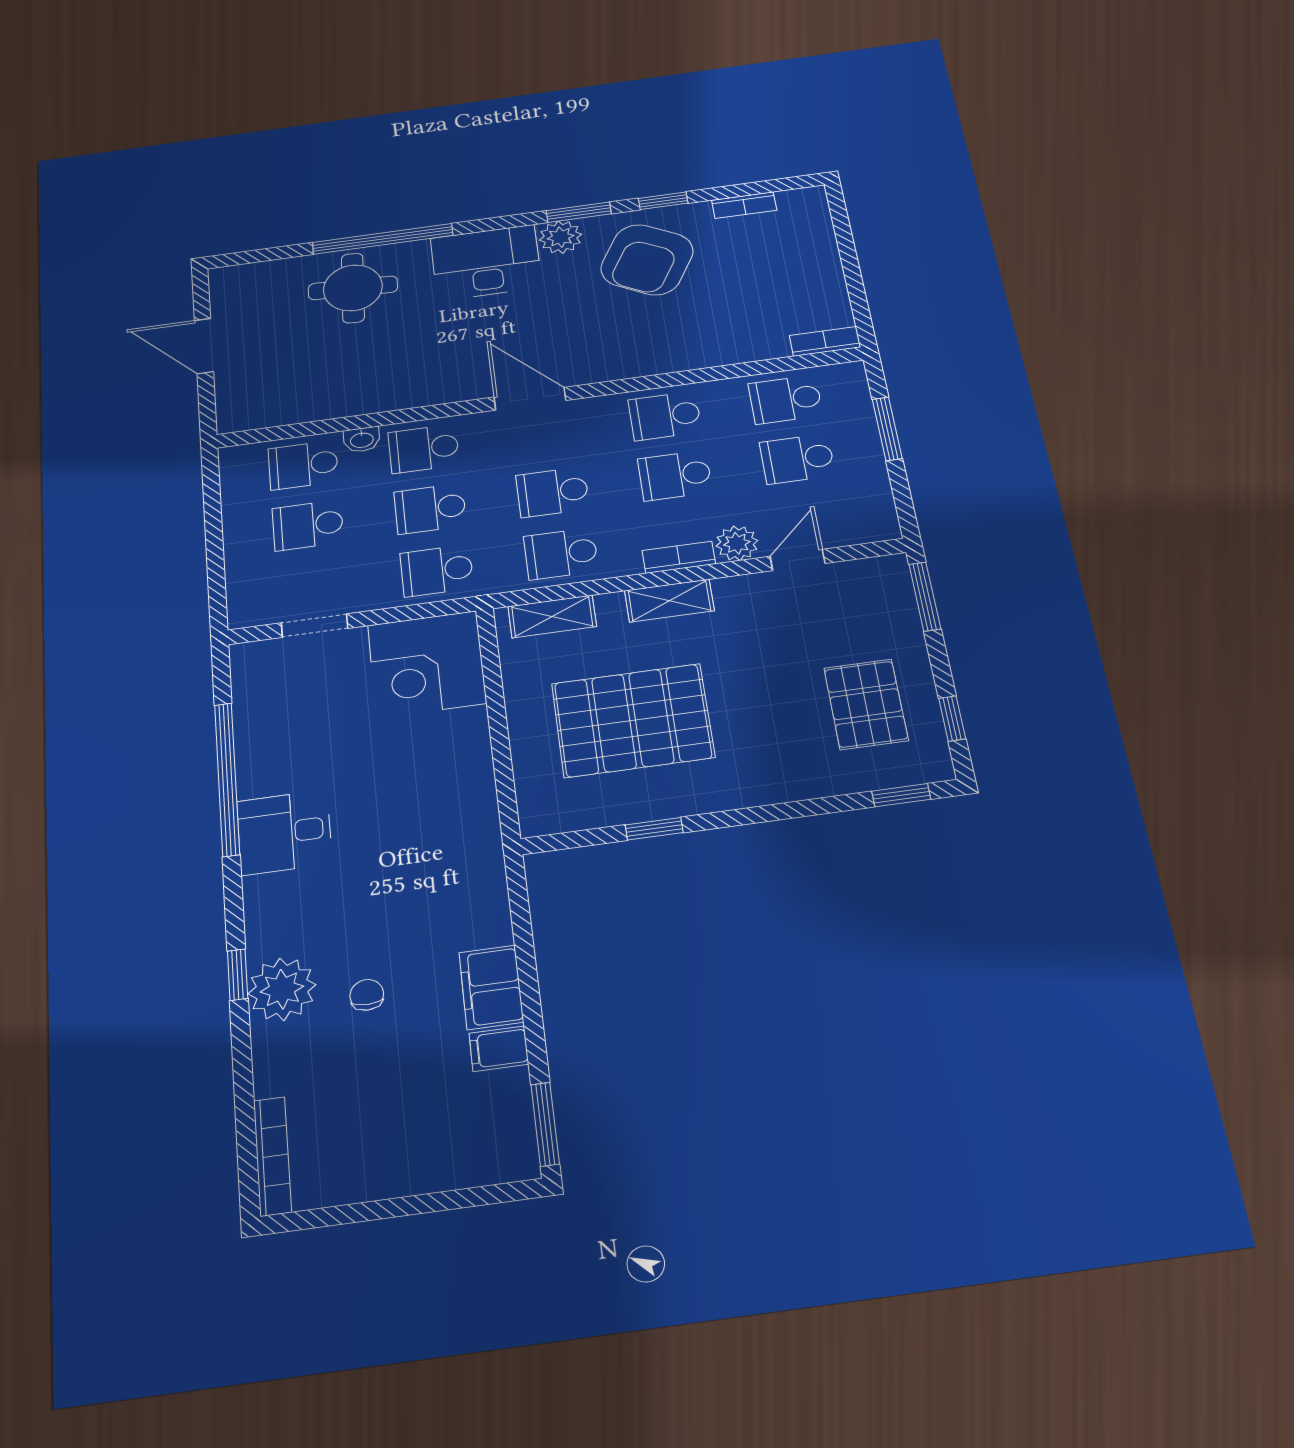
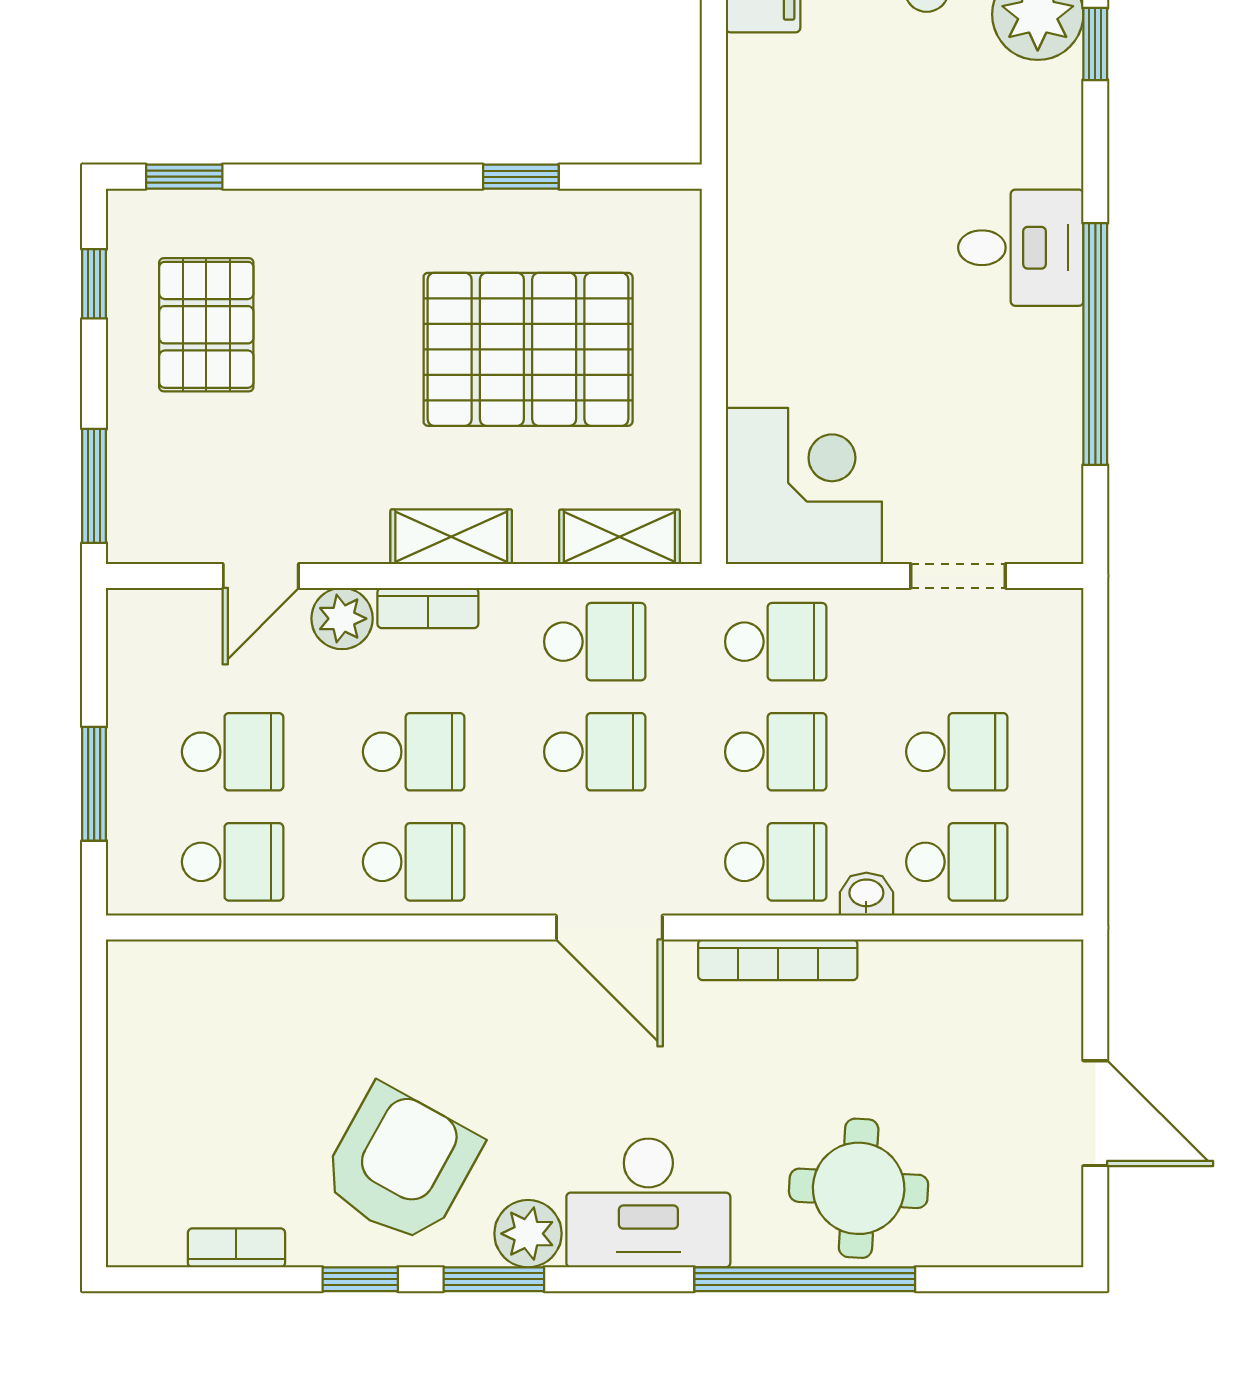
bookcase: (825, 341) -> (778, 960), moved, width x1.56

